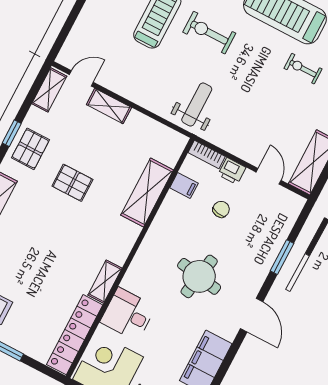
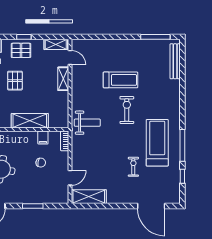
printer: (232, 171) -> (63, 158), removed

